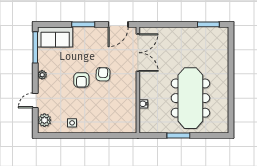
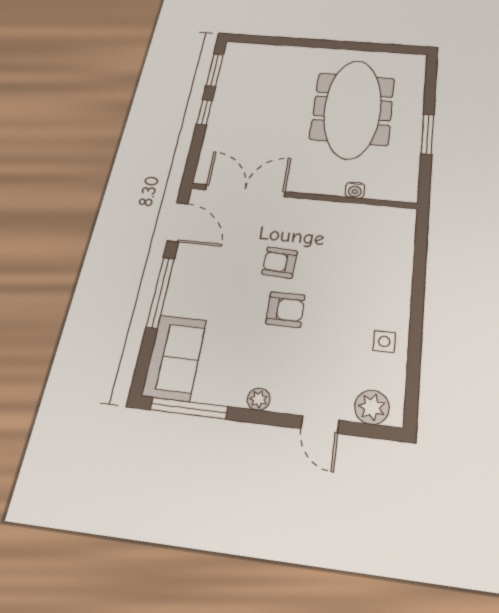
window: (83, 24) -> (160, 292), width x1.44
window: (181, 24) -> (204, 112), added
meeting table: (190, 98) -> (353, 108), turned 90

